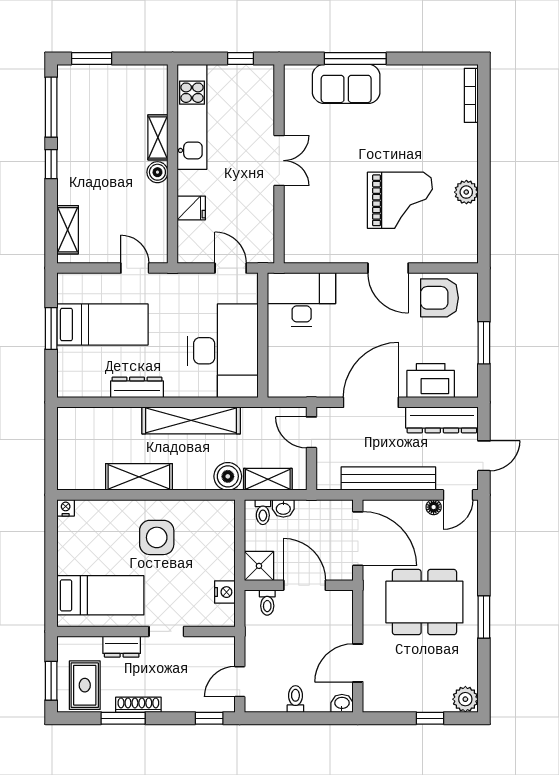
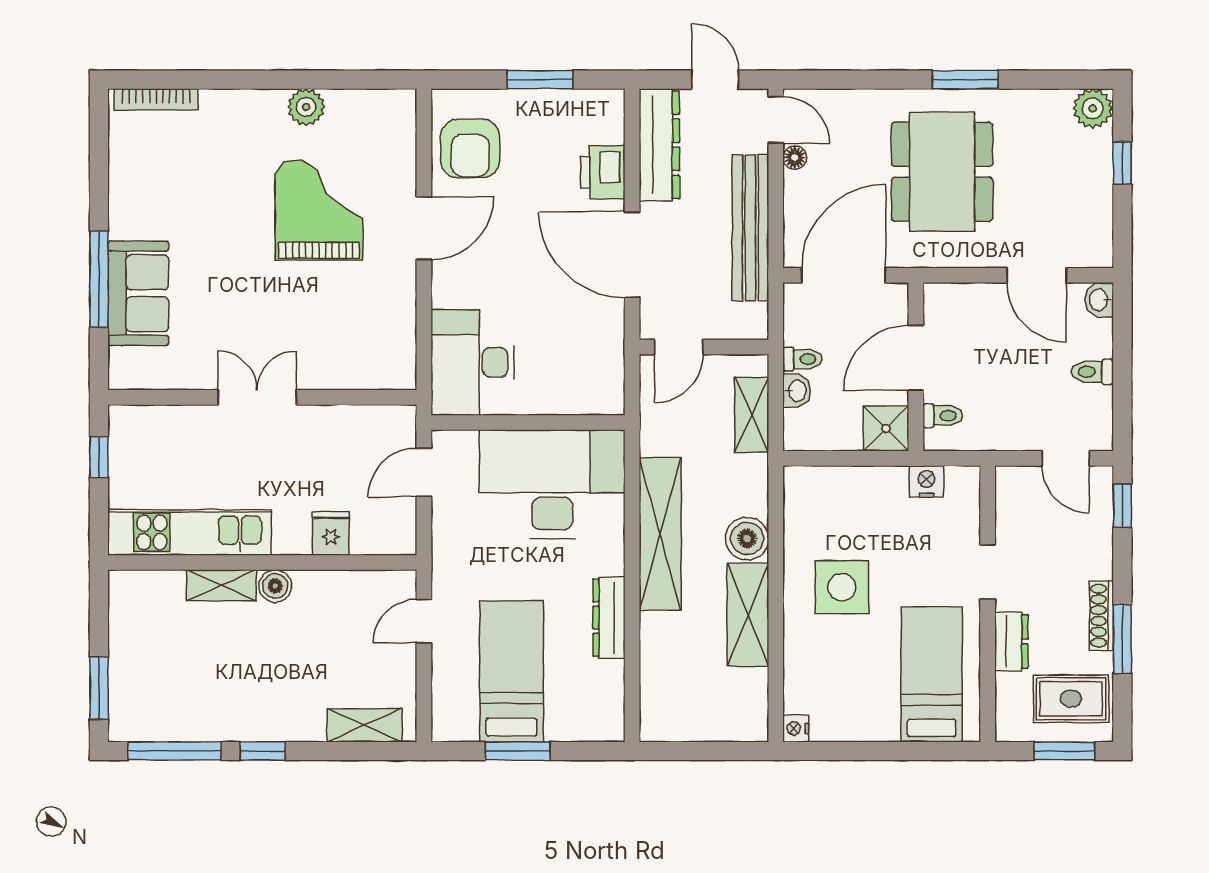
printer: (431, 381) -> (603, 172), width x0.73, depth x0.84
boiler: (228, 476) -> (747, 539), moved
toilet: (263, 512) -> (802, 359), moved

